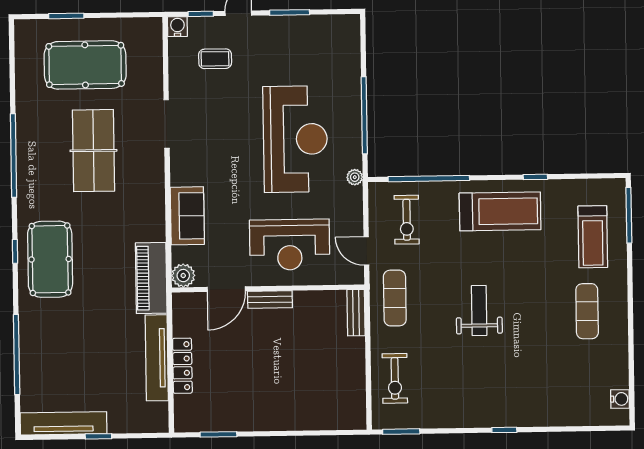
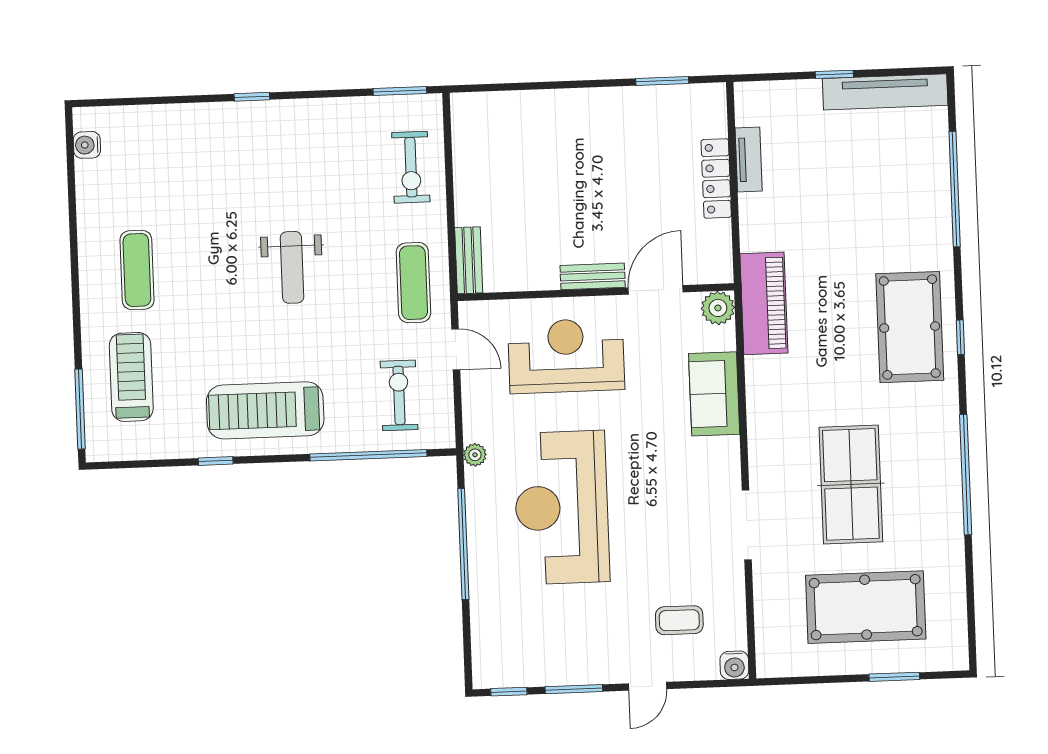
window: (201, 14) -> (509, 692), moved
tv unit: (157, 358) -> (749, 160), width x0.52, depth x0.78
exercise bike: (395, 378) -> (411, 167), turned 180

